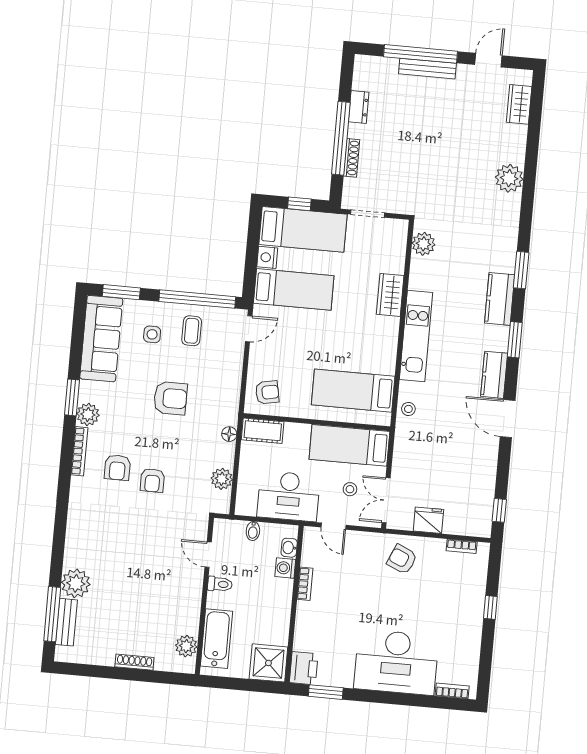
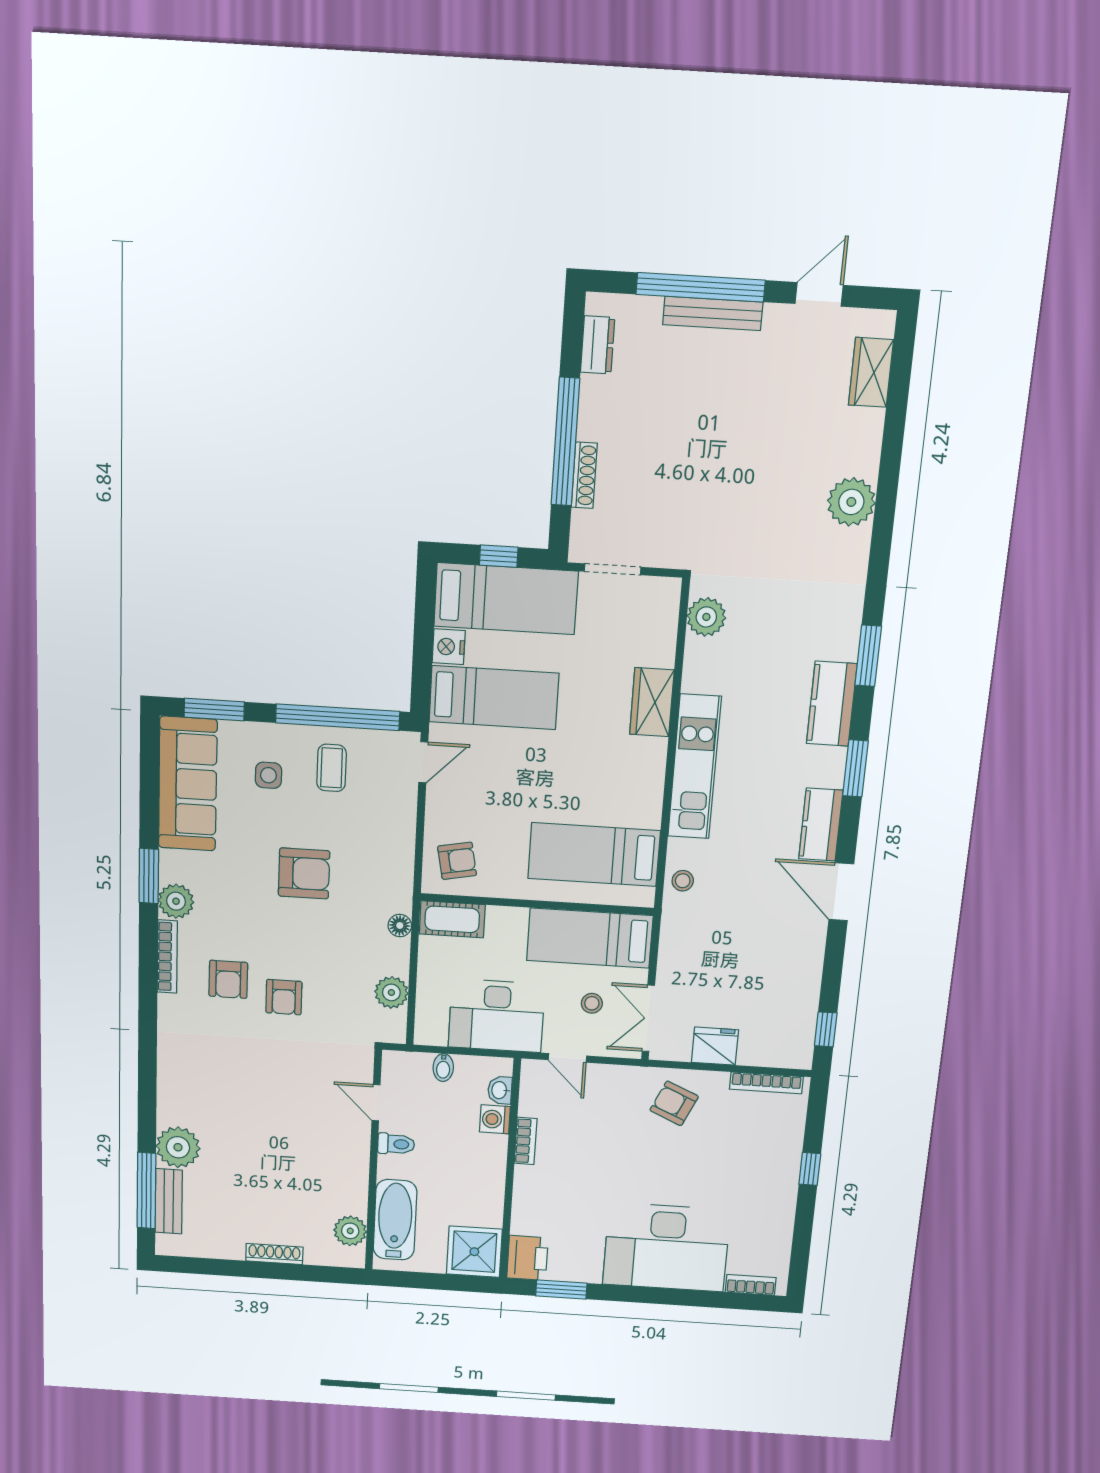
dresser: (359, 107) -> (598, 345), moved
bookcase: (462, 546) -> (766, 1083), width x1.56

